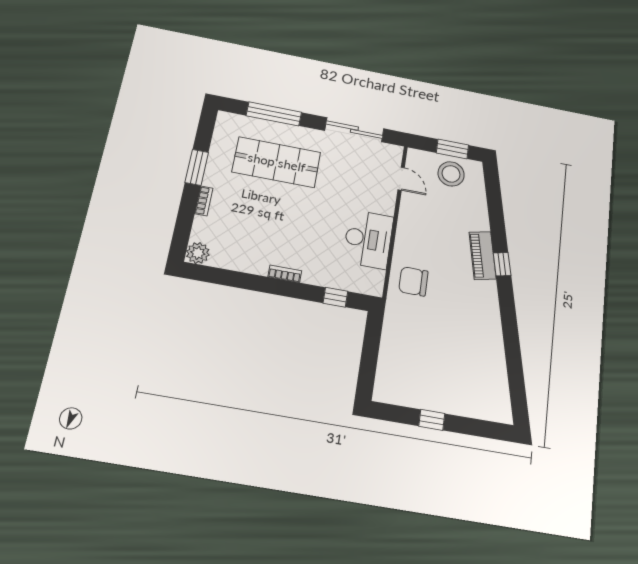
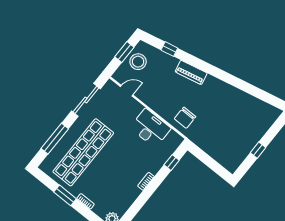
shop shelf: (277, 162) -> (83, 152), width x1.40
window: (502, 264) -> (169, 49), moved

